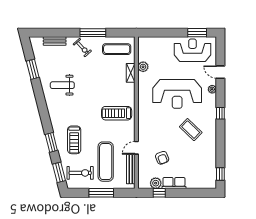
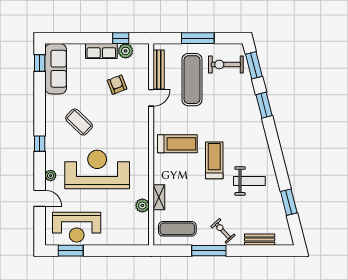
treadmill: (74, 140) -> (214, 160), moved
sofa: (208, 170) -> (56, 69), added

